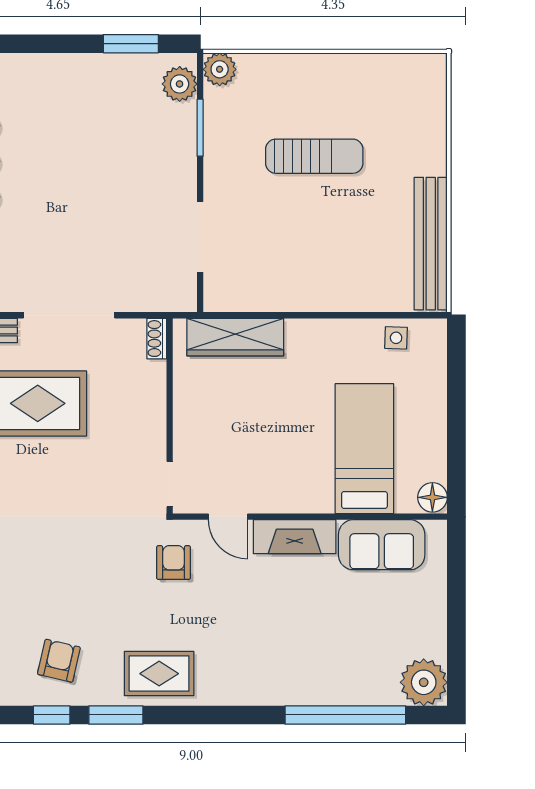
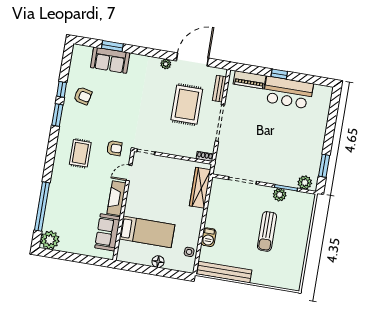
plant: (220, 69) -> (280, 195), moved
barbecue: (352, 296) -> (209, 237), added
floor lamp: (432, 497) -> (158, 262), moved
rug: (159, 674) -> (80, 153), moved

